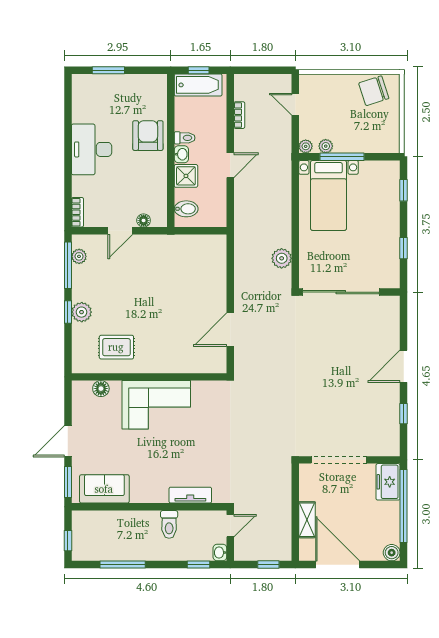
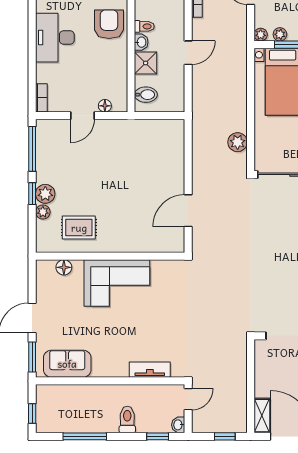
plant: (79, 256) -> (43, 212), moved
shelving: (307, 520) -> (262, 416), moved
toilet: (169, 524) -> (127, 419), moved, turned 180

